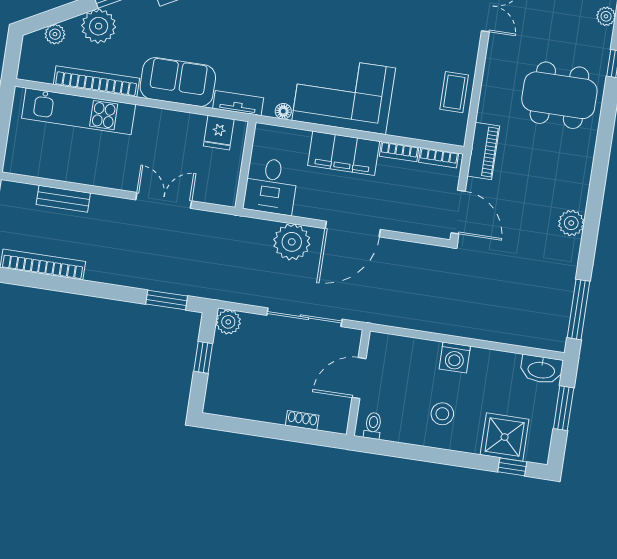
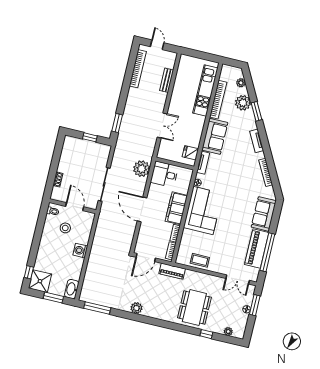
plant: (292, 242) -> (142, 169), moved
plant: (228, 322) -> (105, 150), removed
stool: (442, 414) -> (65, 228), moved
shower: (505, 437) -> (40, 281), moved

